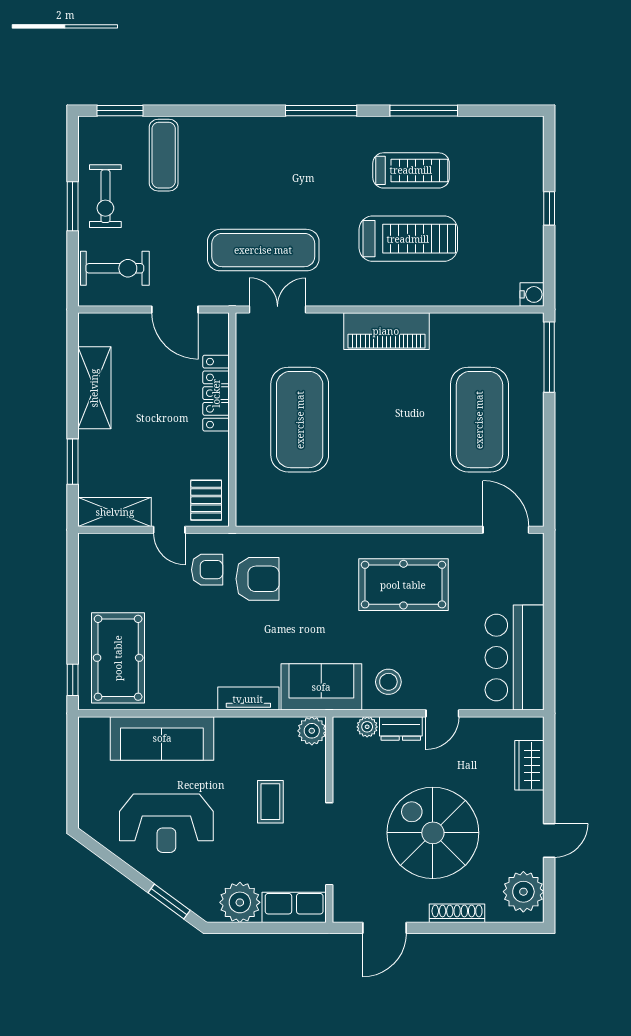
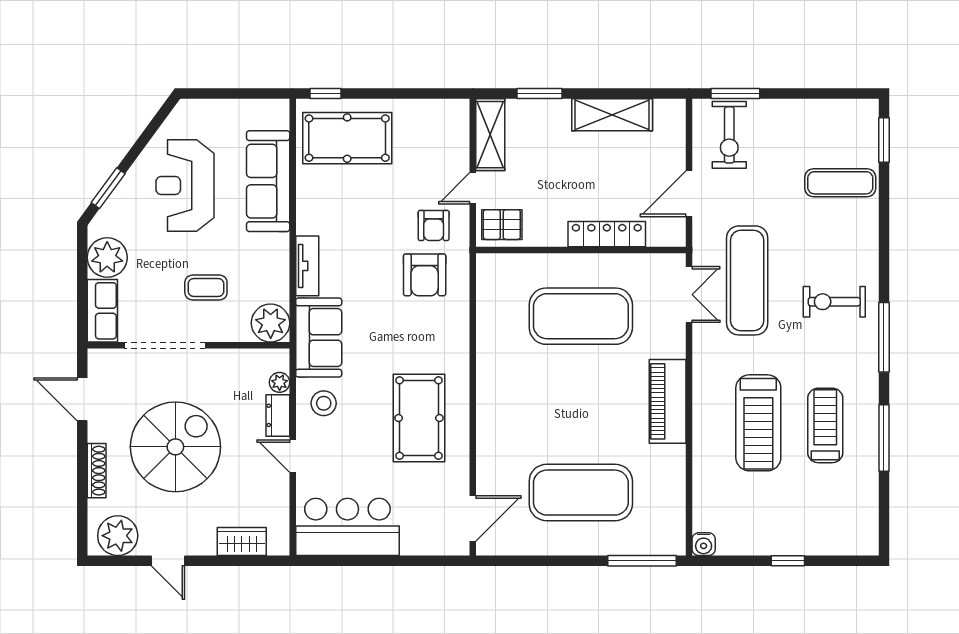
treadmill: (411, 170) -> (825, 425), turned 180
exercise bike: (105, 196) -> (834, 302), moved
window: (73, 206) -> (735, 94), moved
plant: (312, 731) -> (271, 323), width x1.36, depth x1.36

